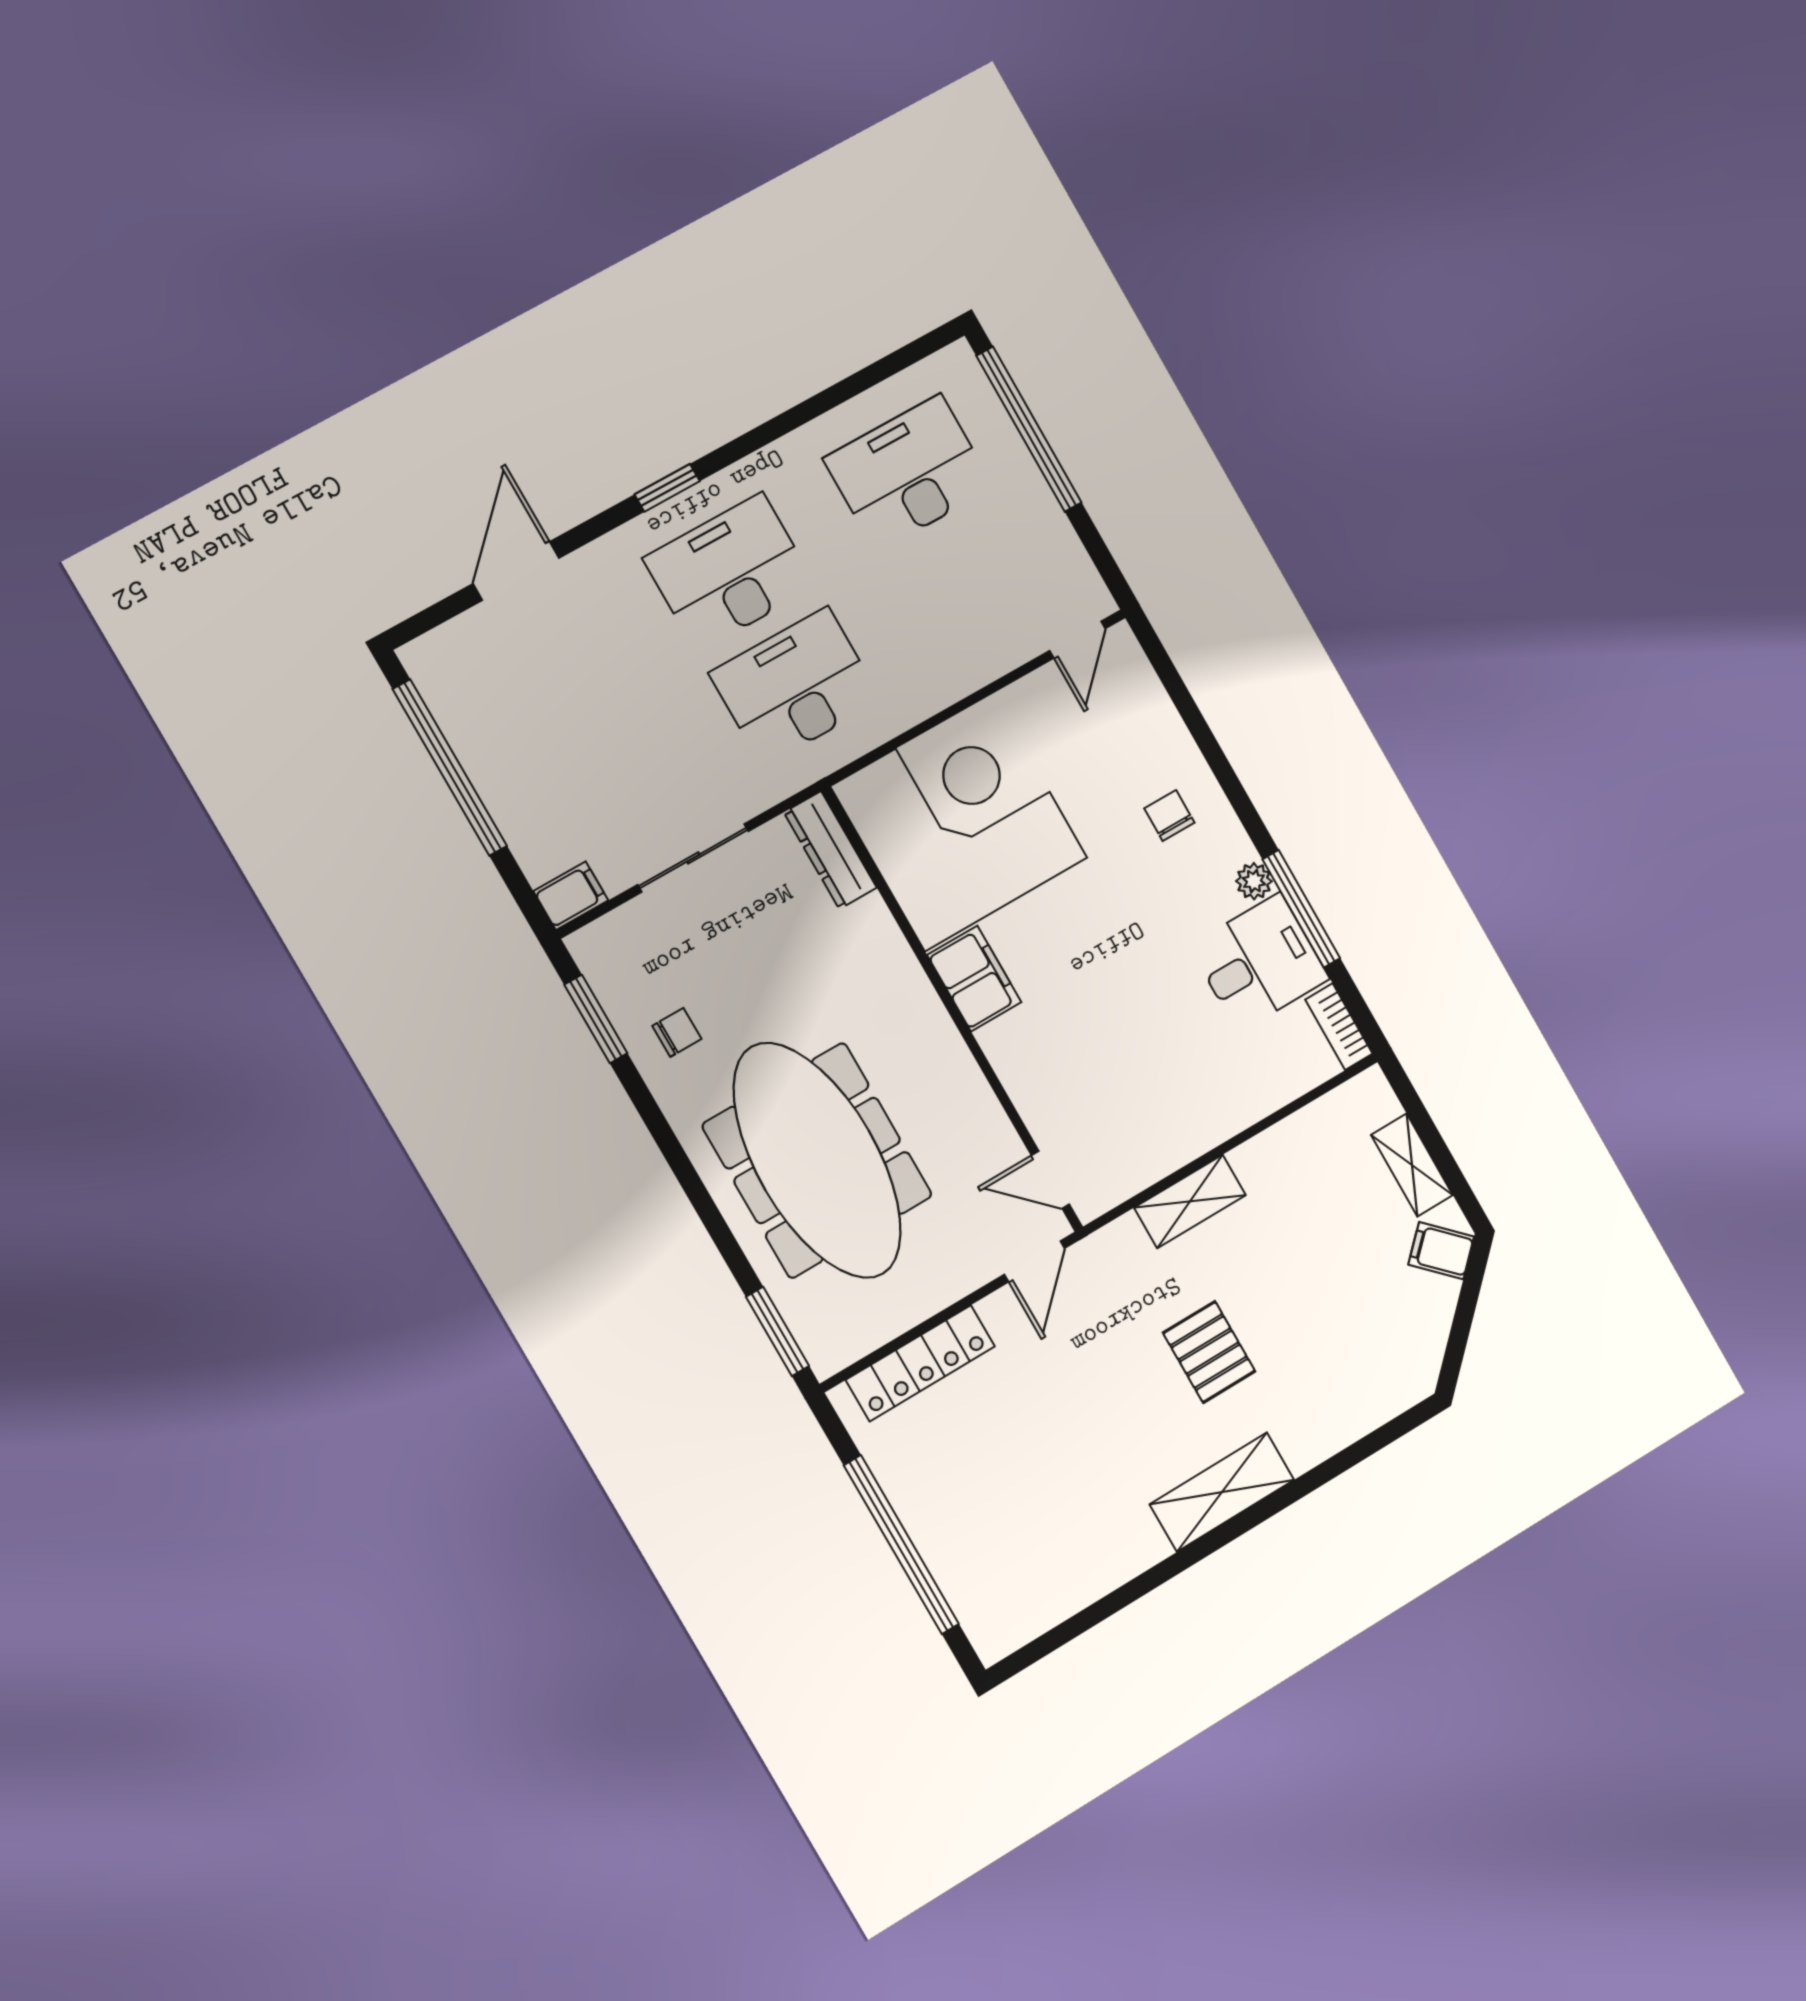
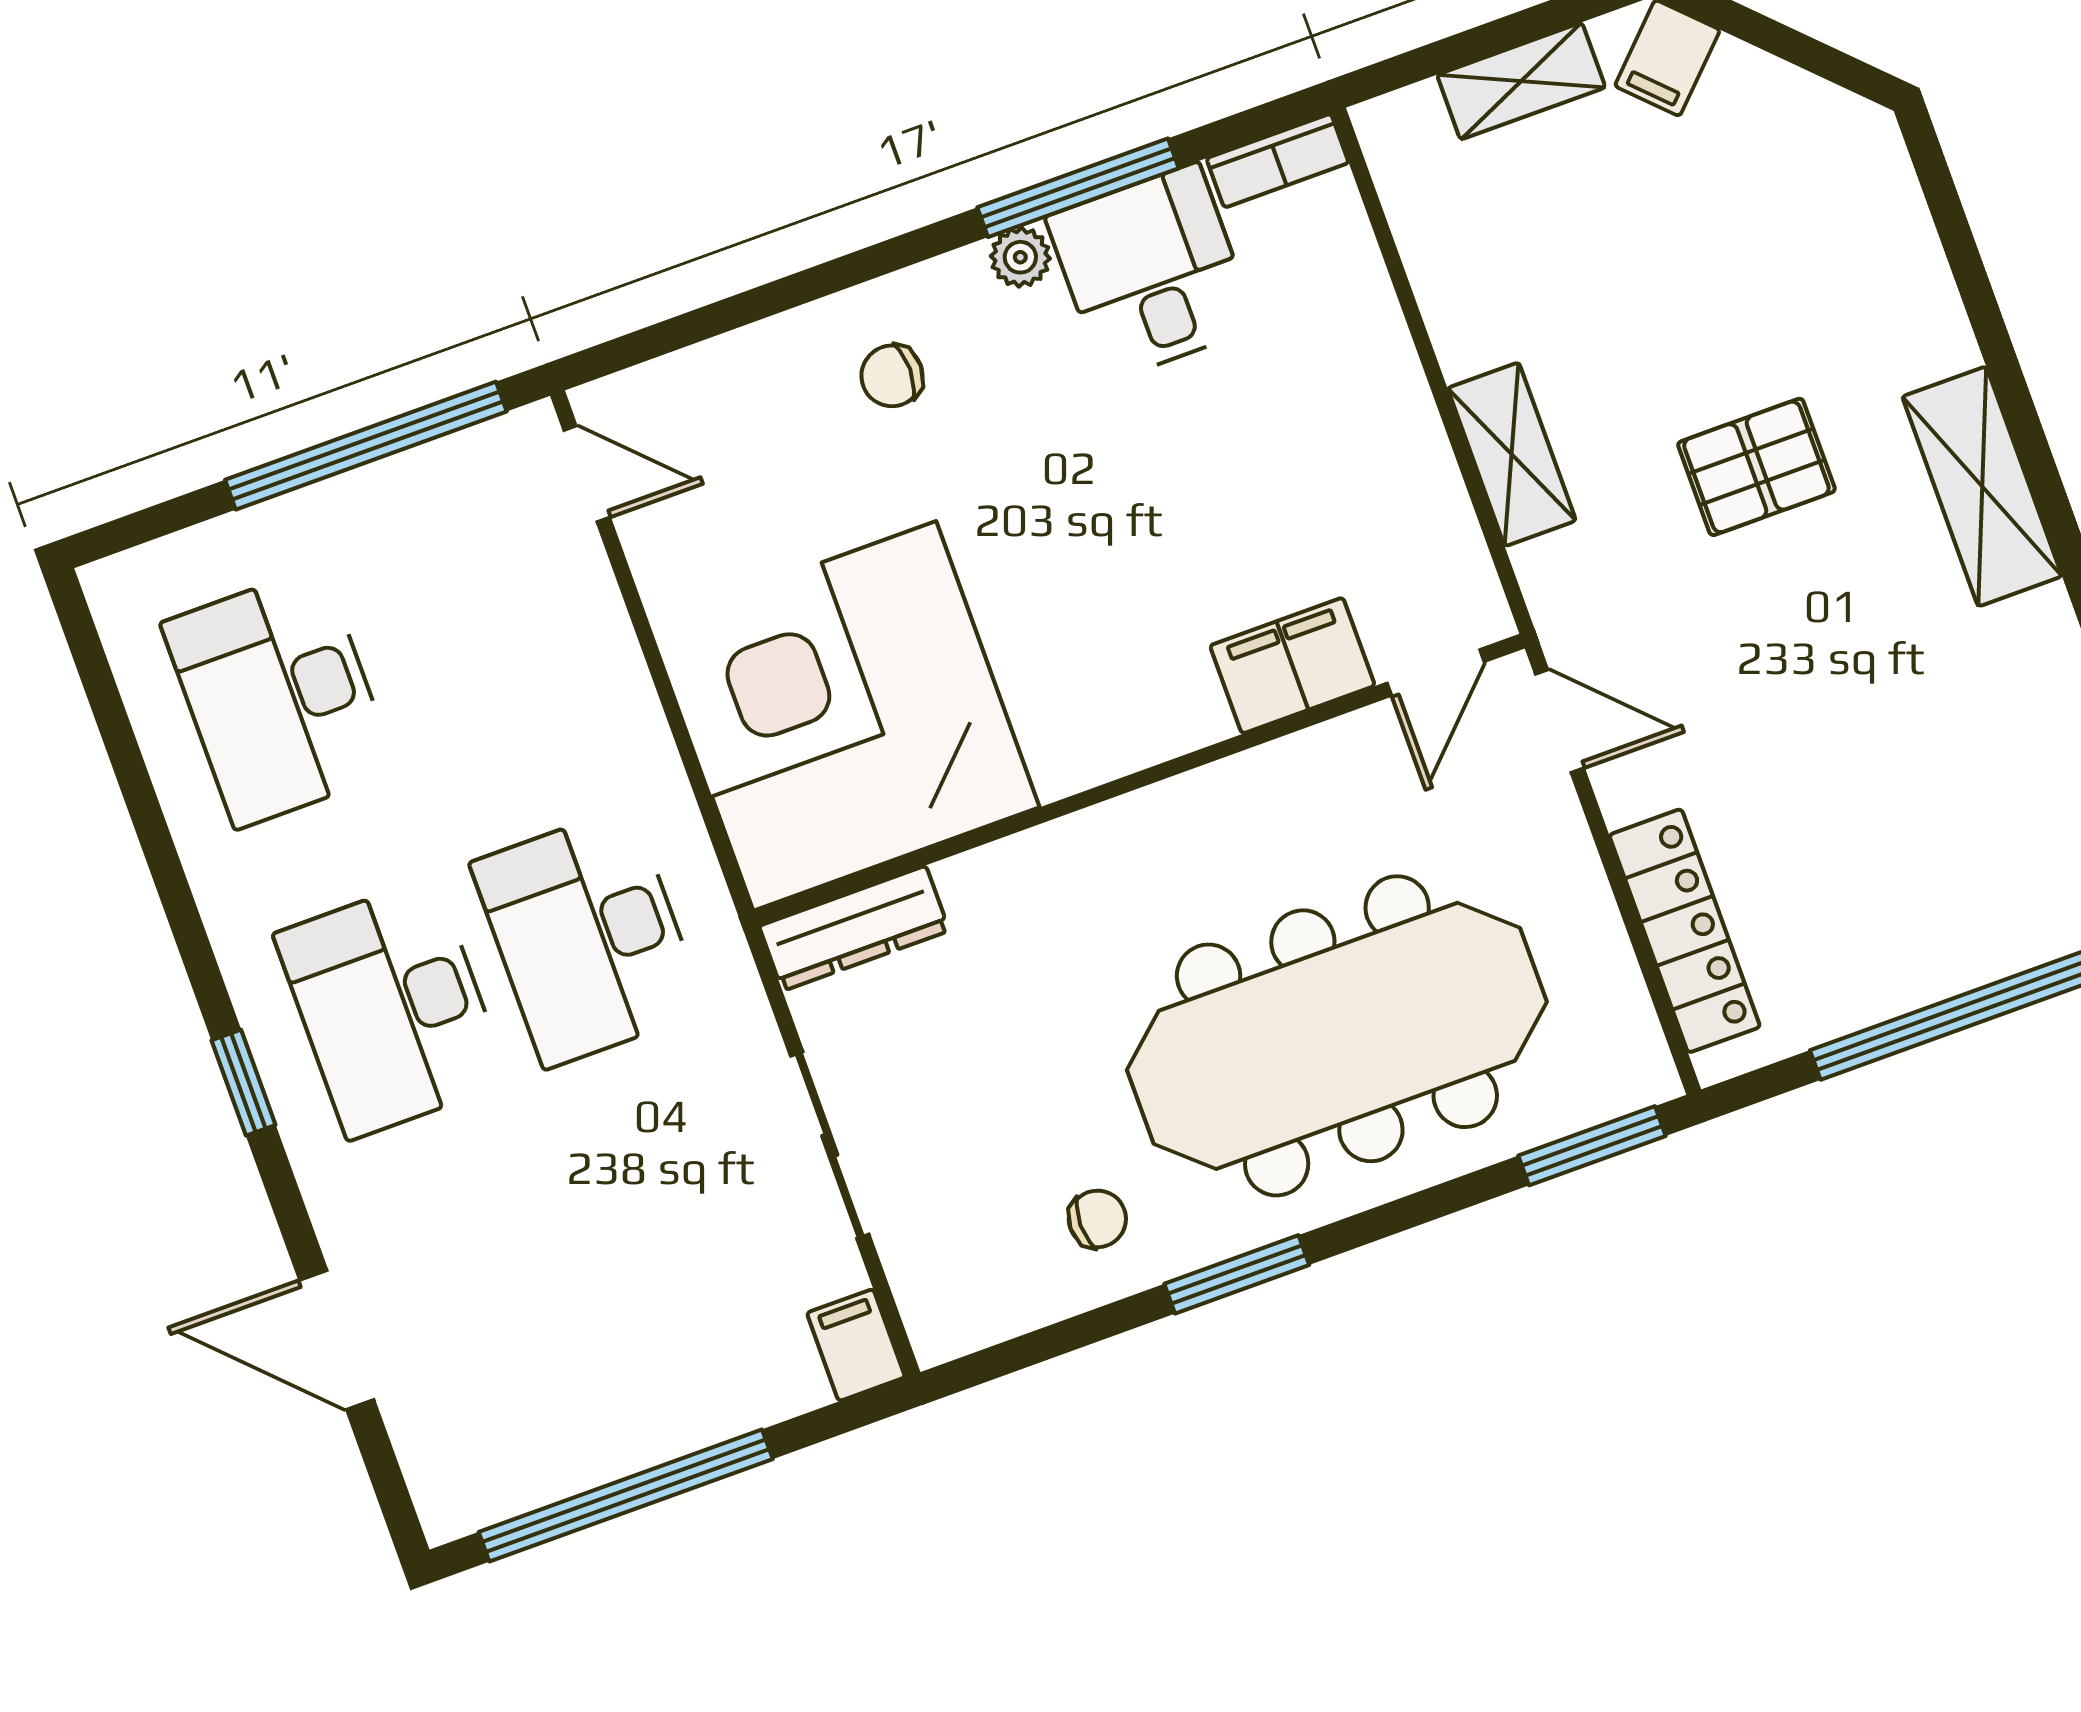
window: (1029, 429) -> (366, 446), moved
filing cabinet: (974, 979) -> (1292, 666), moved
window: (596, 1019) -> (1237, 1274), moved
chair: (677, 1032) -> (1097, 1219), turned 90

